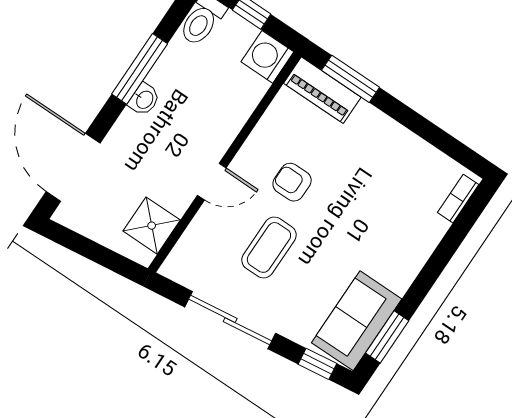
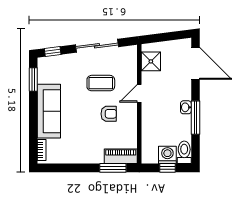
washing machine: (267, 57) -> (167, 155), moved, turned -90
coffee table: (269, 247) -> (101, 83), turned 90
sofa: (357, 321) -> (49, 111), moved, width x1.36

